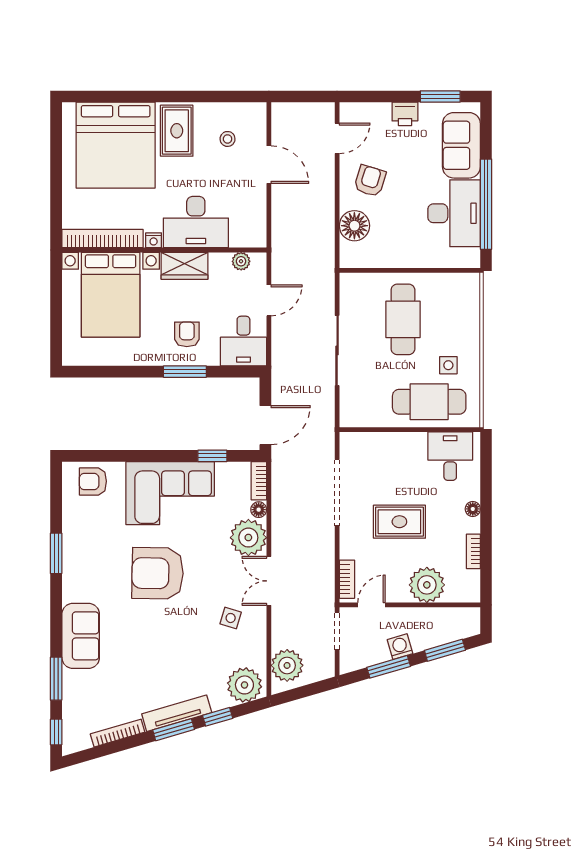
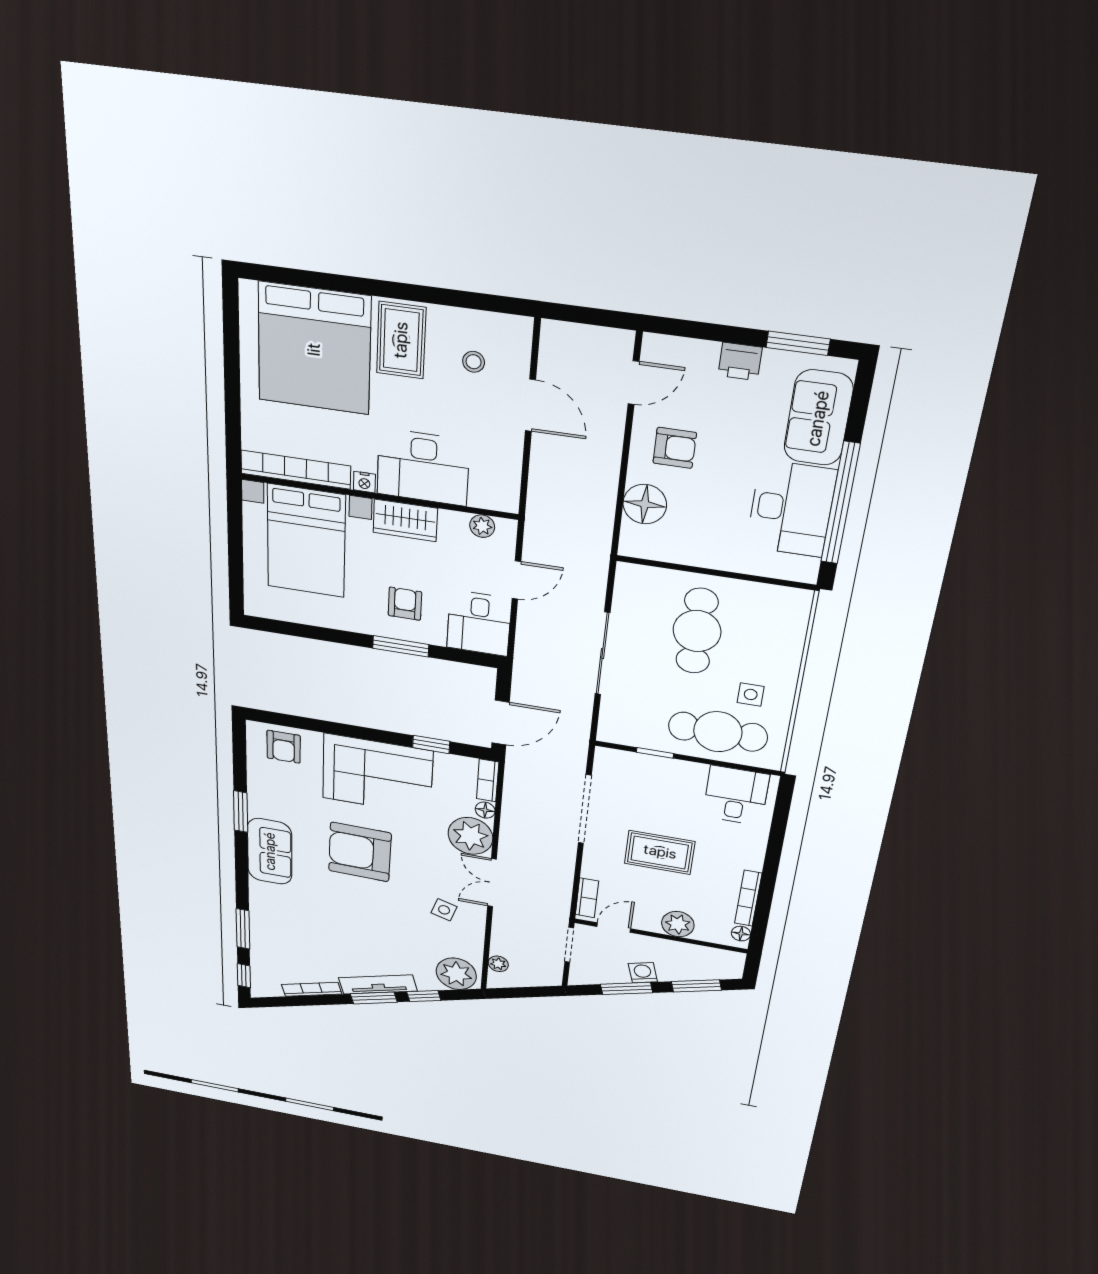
armchair: (370, 181) -> (675, 448), turned 73
window: (385, 430) -> (655, 753), added
armchair: (93, 481) -> (284, 747), turned -90
floor lamp: (473, 509) -> (741, 934), moved
bookcase: (473, 551) -> (748, 898), width x1.56
plant: (427, 585) -> (678, 924), width x0.73, depth x0.73
sofa: (81, 636) -> (270, 851), moved
plant: (287, 665) -> (498, 964), width x0.53, depth x0.53

